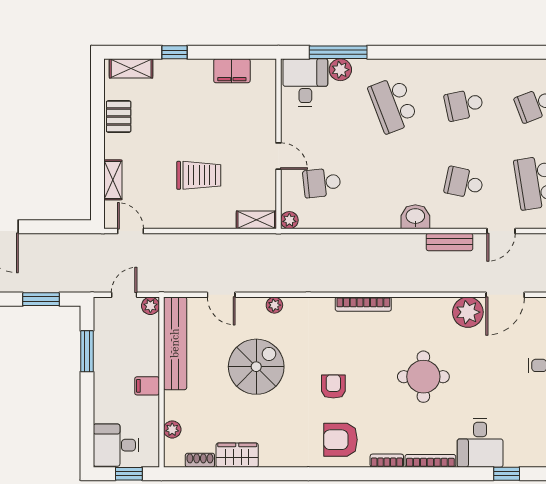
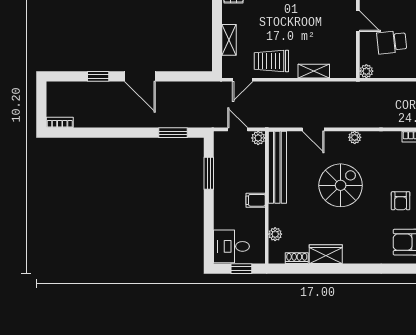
trolley: (199, 175) -> (271, 61), moved, turned 180
shelving: (256, 220) -> (314, 71), moved
door: (130, 231) -> (243, 80), swing flipped
door: (124, 295) -> (238, 129), hinge flipped
armchair: (333, 386) -> (401, 201), turned 180

